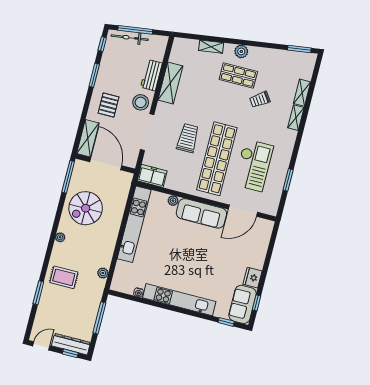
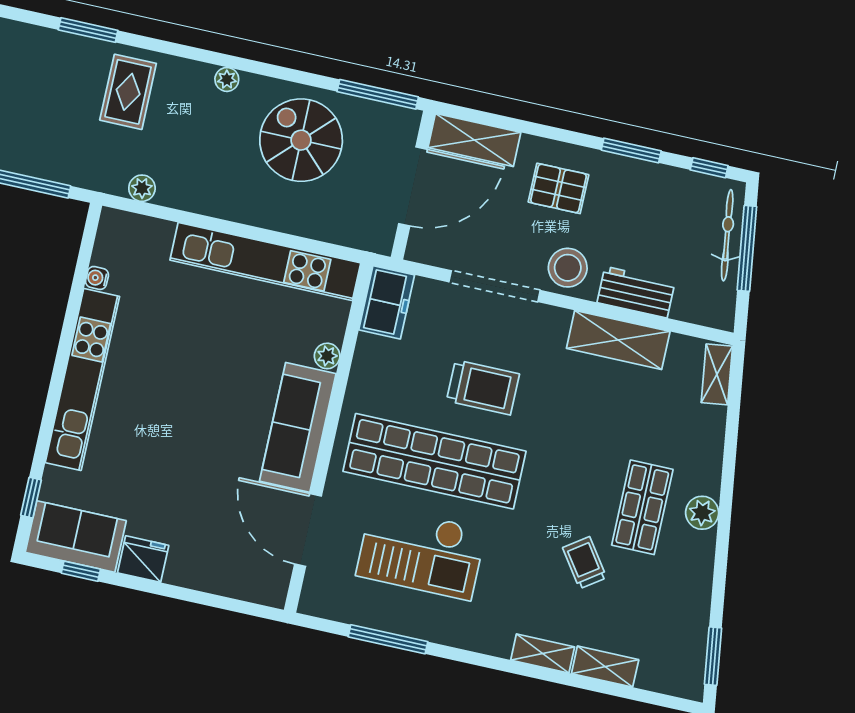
shelving: (211, 47) -> (717, 374), moved
window: (288, 180) -> (388, 639), width x1.44

